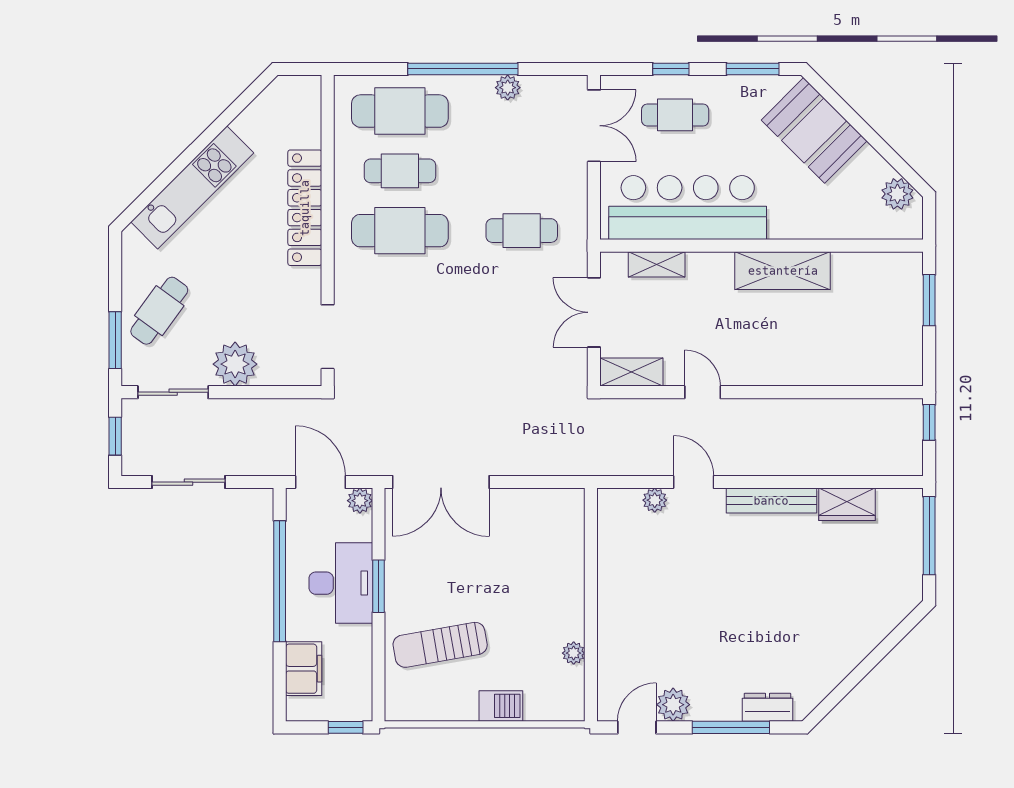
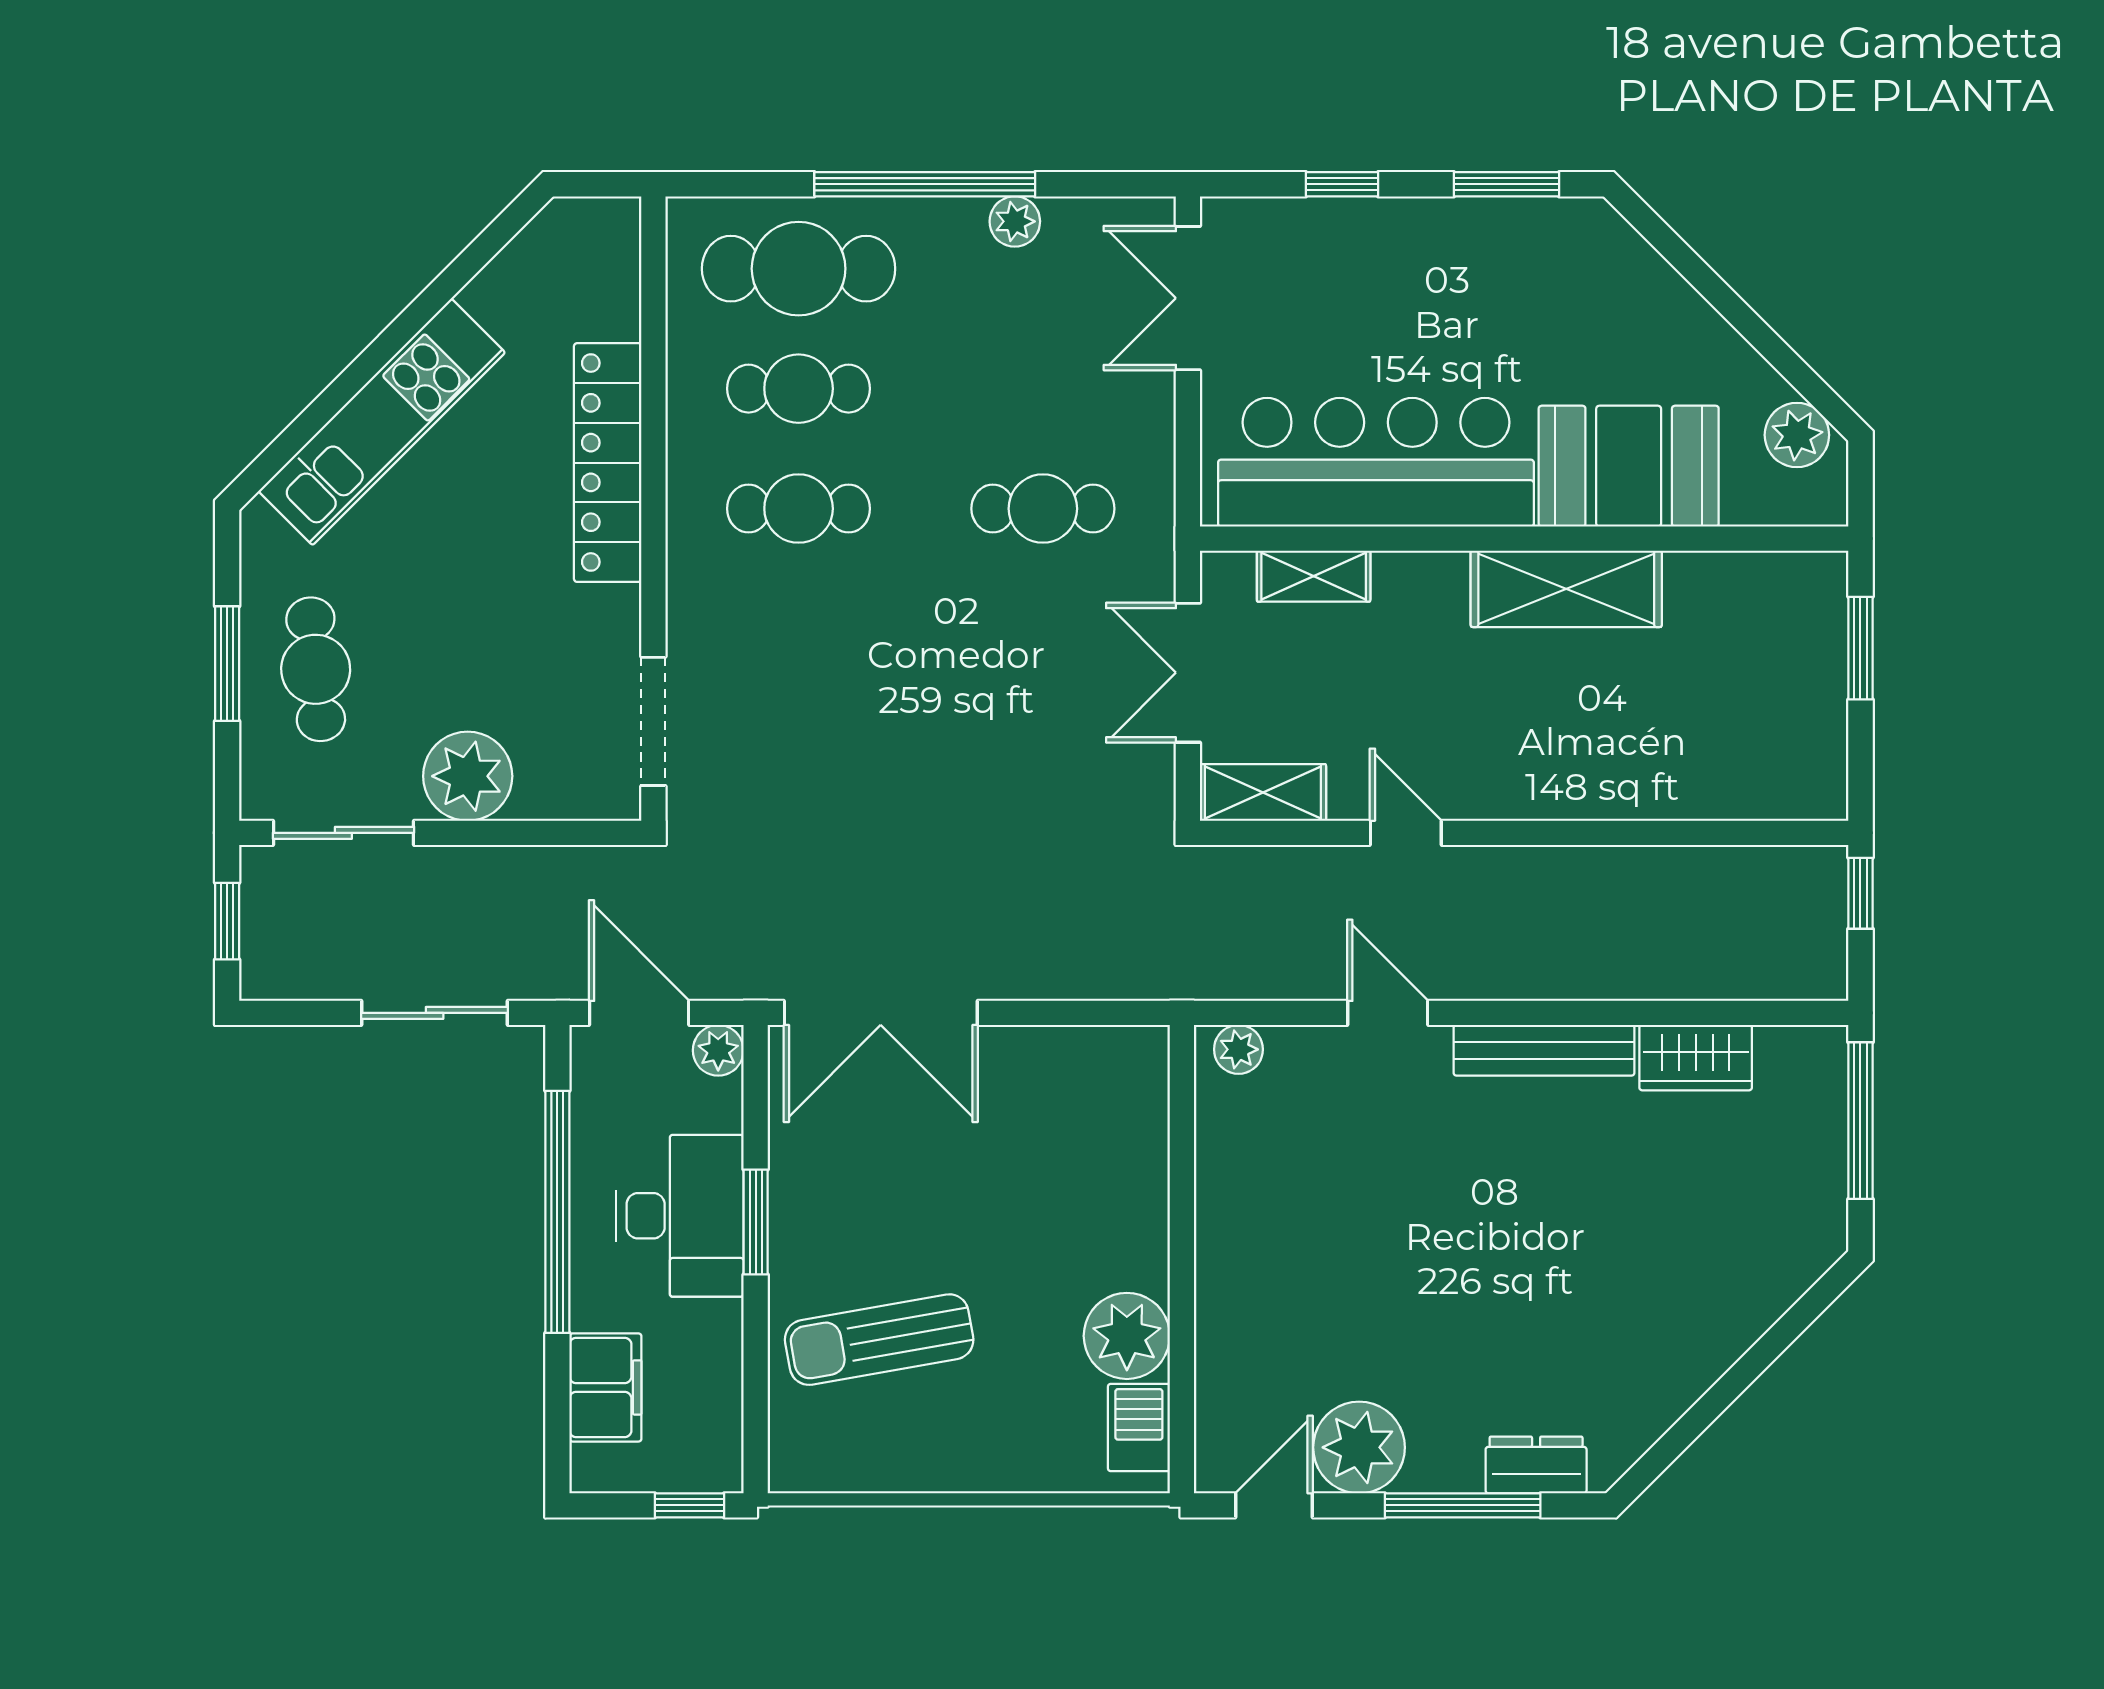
cafe table: (675, 115) -> (1351, 277), removed
double door: (594, 126) -> (1188, 298), swing flipped
booth: (814, 130) -> (1629, 466), moved, turned -45
cafe table: (400, 231) -> (799, 509), width x0.73, depth x0.74
cafe table: (159, 311) -> (316, 669), turned -42
window: (115, 340) -> (227, 664), moved
sliding door: (188, 482) -> (435, 1013), moved
plant: (655, 500) -> (1238, 1049), moved
plant: (574, 653) -> (1127, 1336), width x1.87, depth x1.87
plant: (673, 705) -> (1359, 1447), width x1.36, depth x1.36
barbecue: (501, 706) -> (1139, 1428), moved, turned -90

